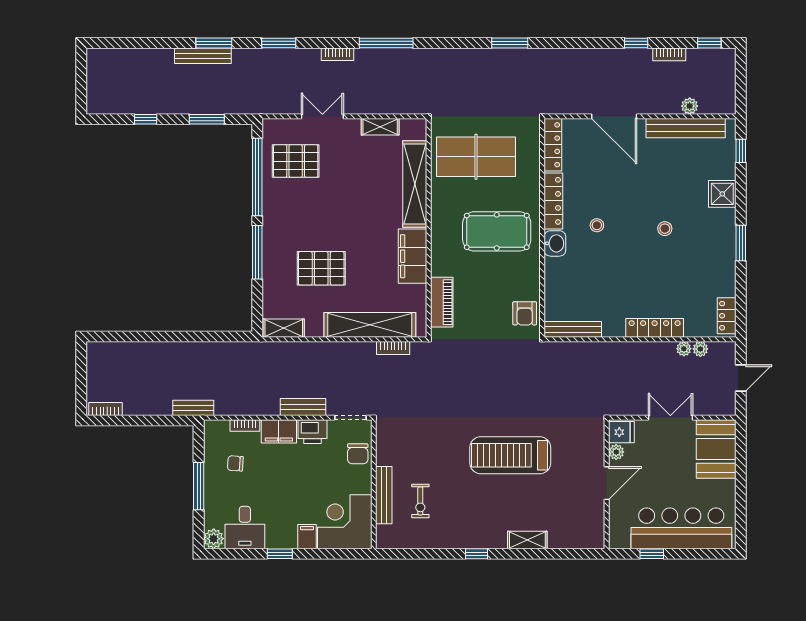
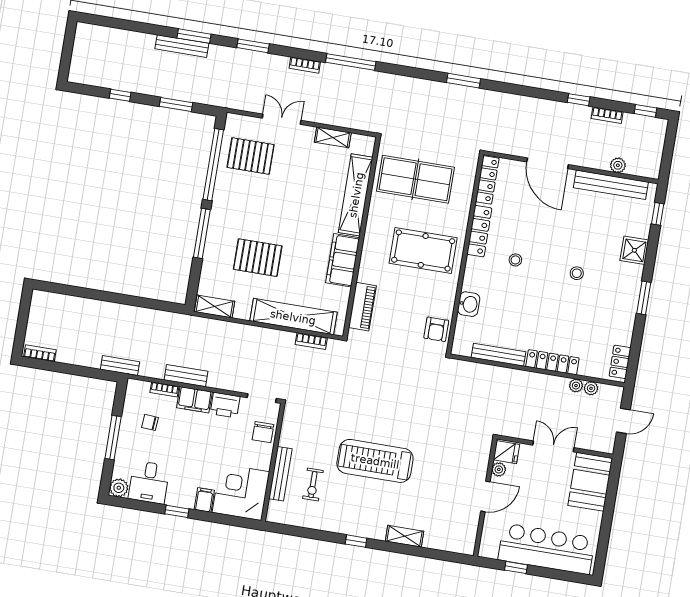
washbasin: (555, 243) -> (469, 304), moved
bench: (573, 329) -> (499, 355), moved
bench: (303, 407) -> (186, 376), moved
treadmill: (510, 455) -> (375, 461), moved

